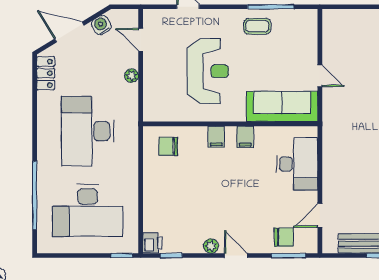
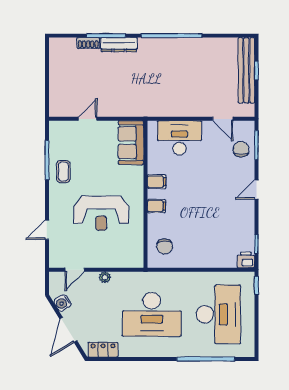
reception desk: (208, 71) -> (101, 213), turned 180
door: (320, 76) -> (88, 119), moved
sofa: (282, 106) -> (131, 143), width x0.73
plant: (211, 246) -> (248, 210), removed

